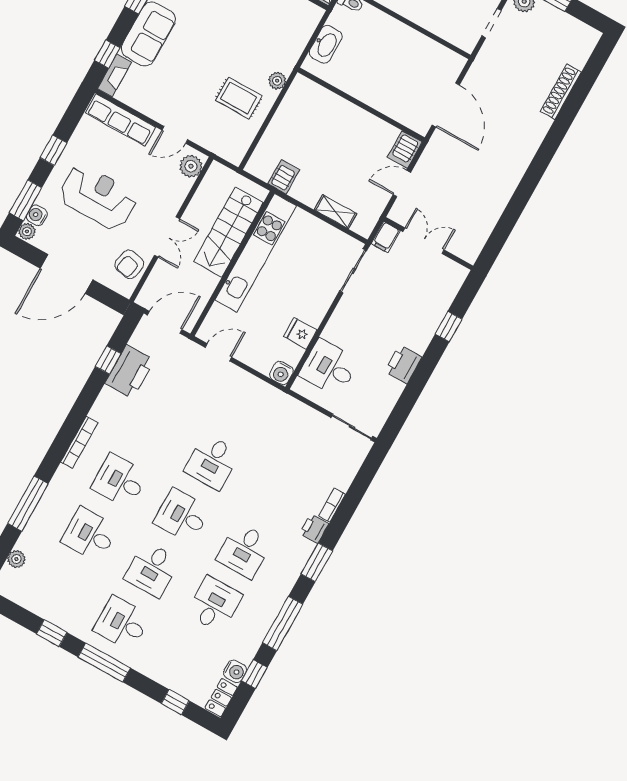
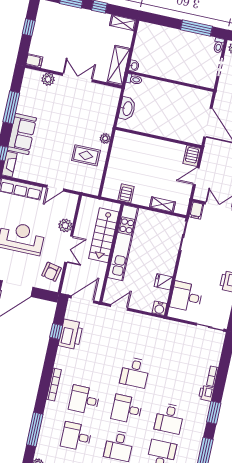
plant: (191, 166) -> (65, 225), moved

